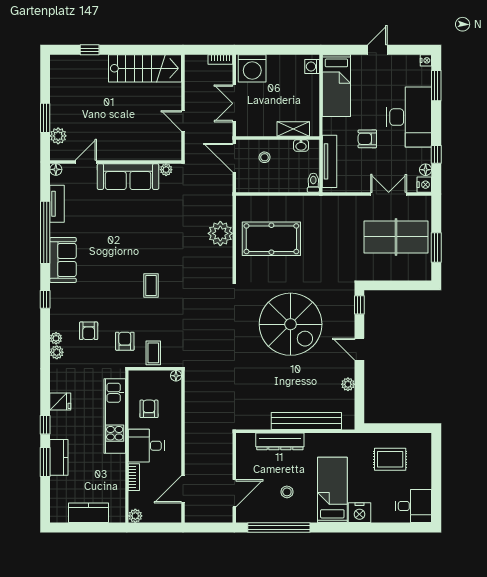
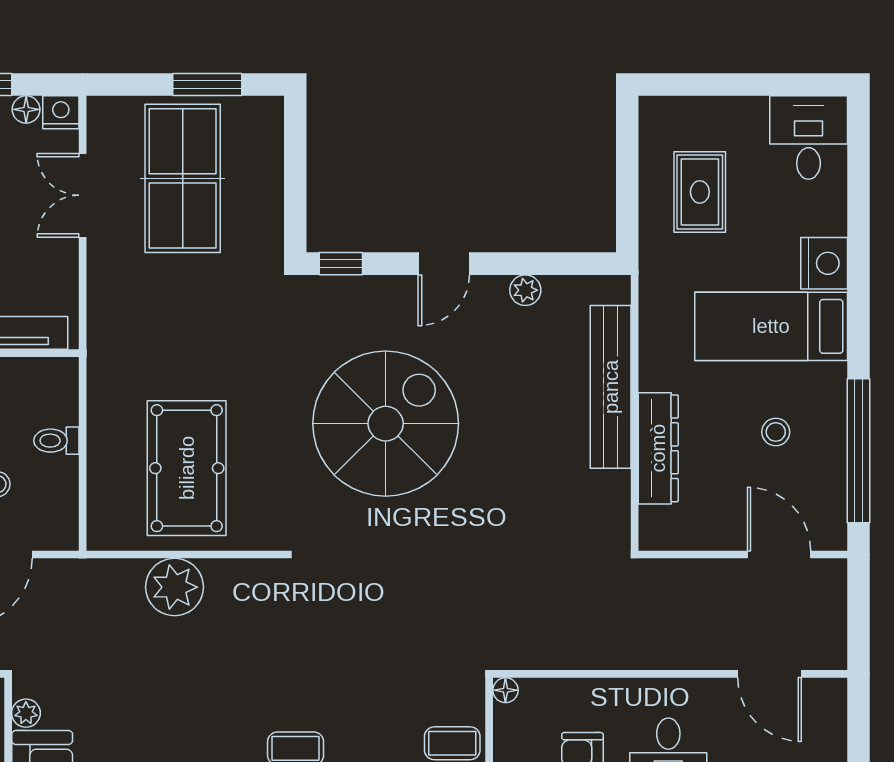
toilet: (313, 183) -> (56, 441), moved

